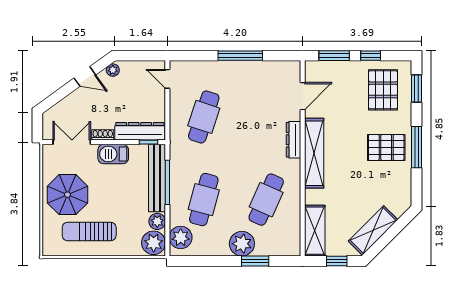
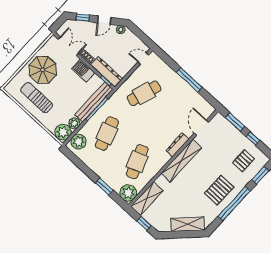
door: (85, 76) -> (104, 20), hinge flipped
door: (167, 79) -> (143, 58), hinge flipped
pallet: (383, 90) -> (243, 161), width x0.67, depth x0.71
window: (58, 96) -> (83, 18), added
door: (303, 96) -> (201, 128), swing flipped
pallet: (386, 147) -> (219, 190), turned 90
window: (417, 147) -> (234, 204), width x1.46
cafe table: (204, 200) -> (107, 134), turned -33
cafe table: (266, 200) -> (137, 162), turned -45
shelving: (373, 230) -> (188, 224), moved
plant: (242, 244) -> (128, 193), moved

